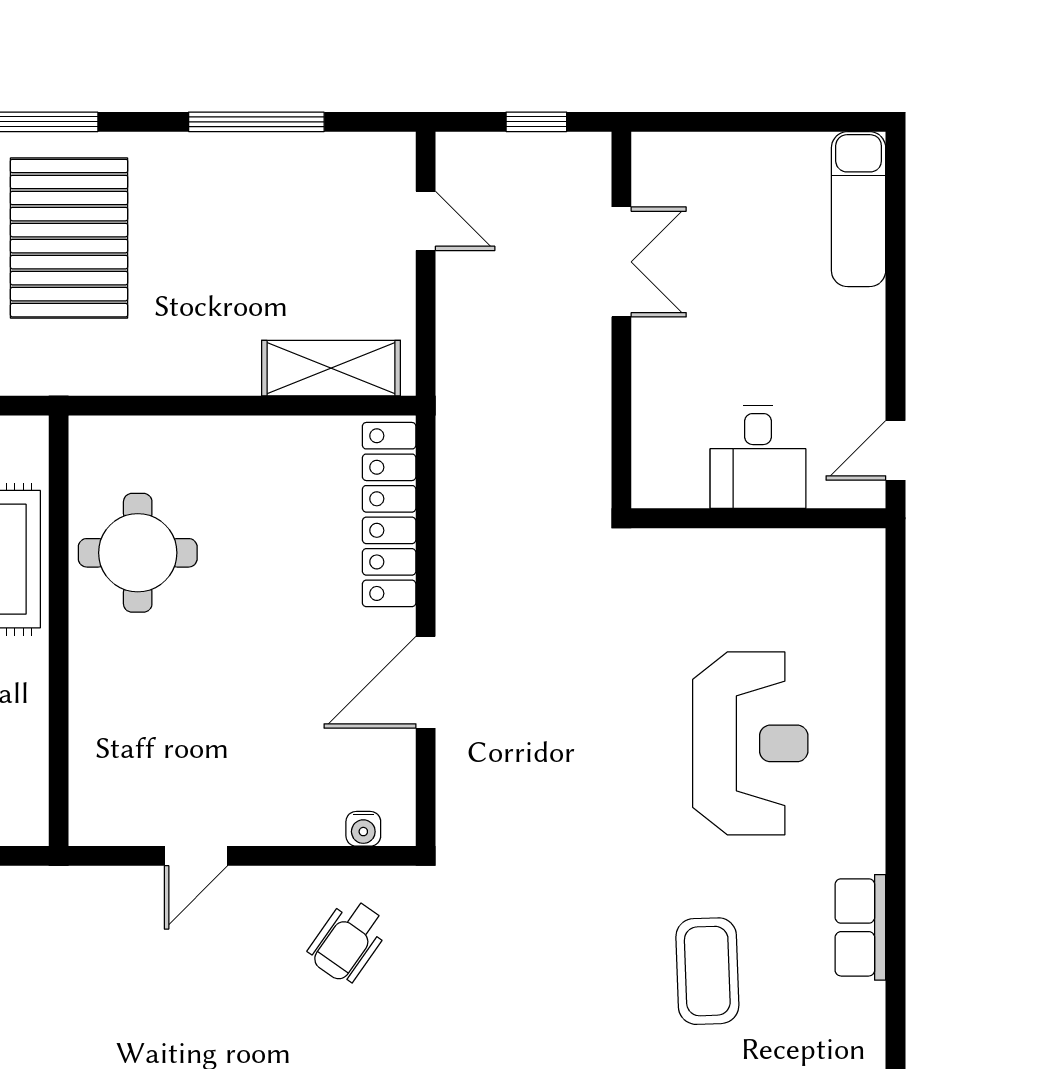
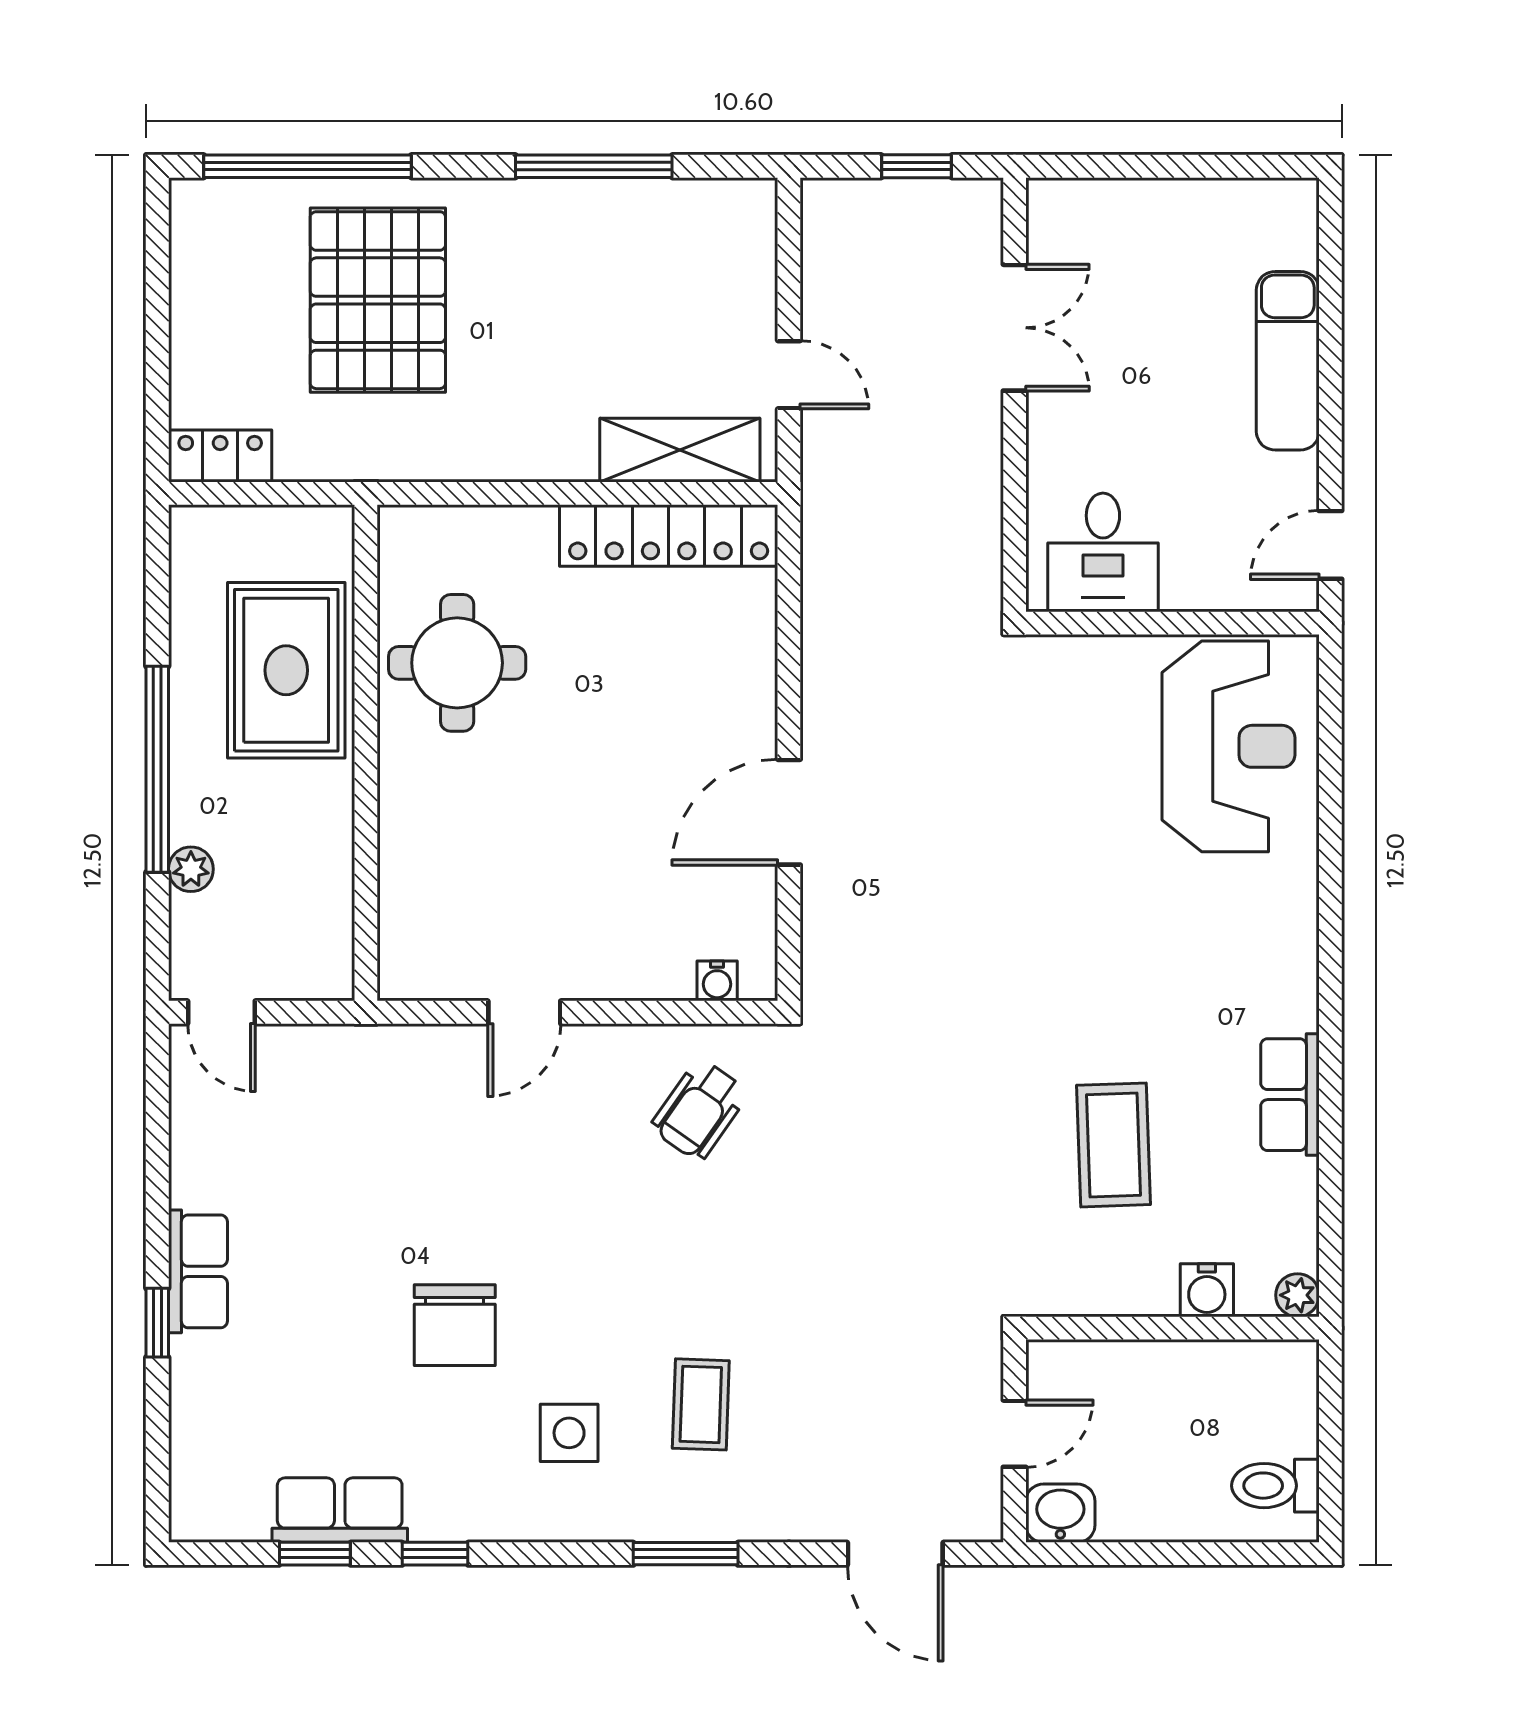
exam couch: (859, 209) -> (1288, 361), moved
door: (426, 221) -> (789, 375), moved
desk: (758, 457) -> (1103, 552), moved
locker: (389, 515) -> (669, 535), moved, turned -90
reception desk: (750, 743) -> (1228, 746), moved

